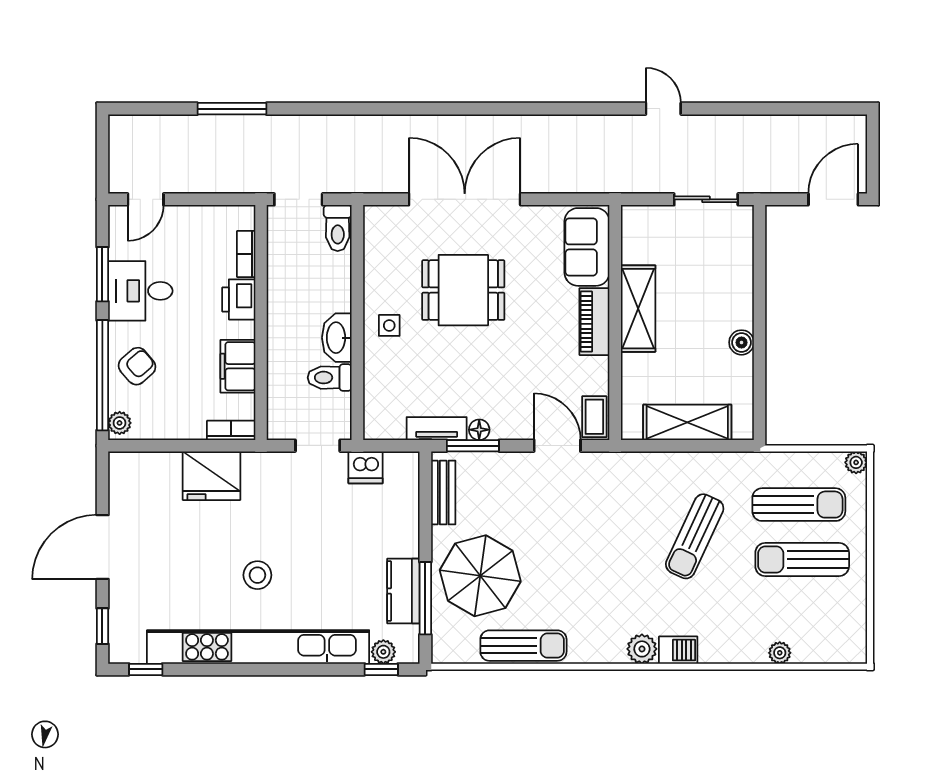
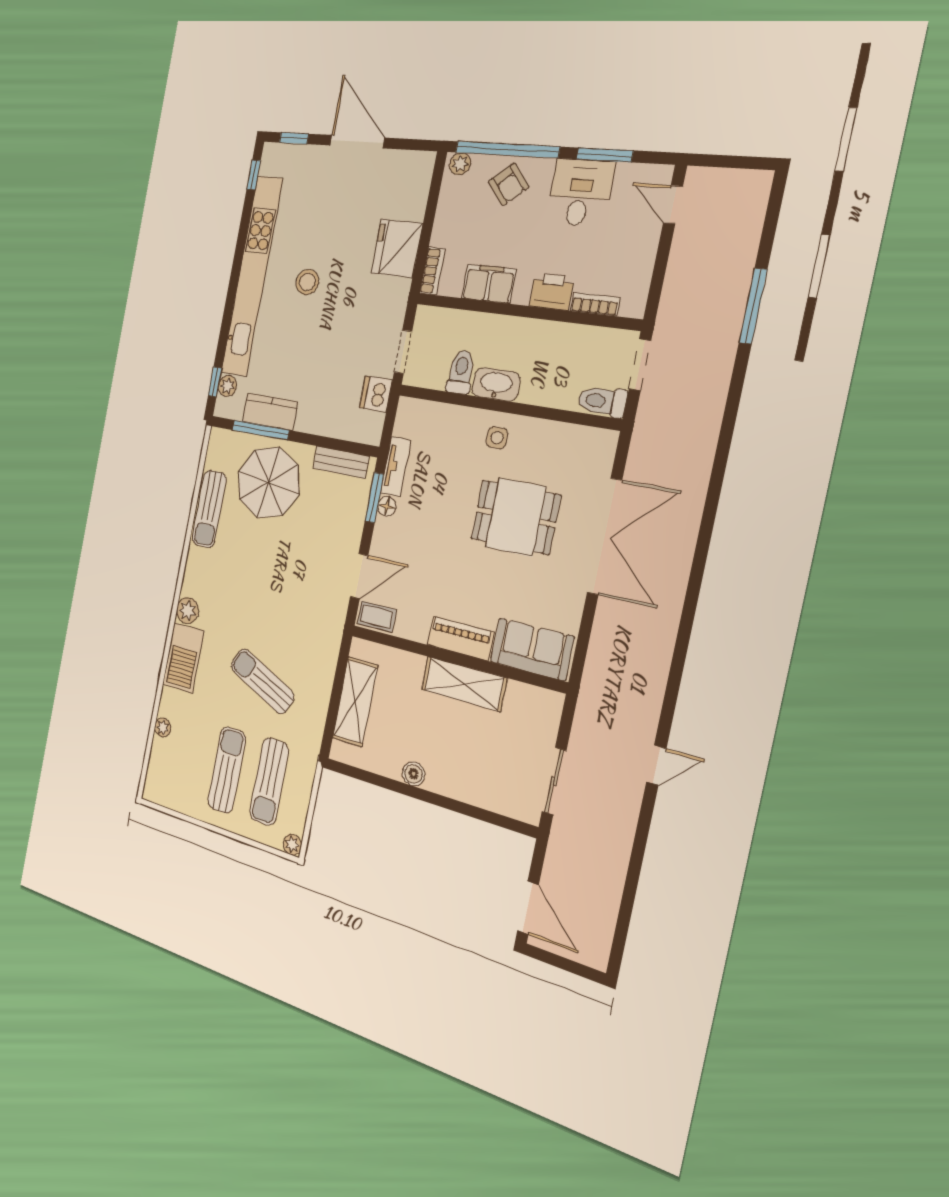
dining table: (463, 290) -> (515, 517), turned 90
barbecue: (678, 650) -> (183, 658), width x1.88, depth x1.53

